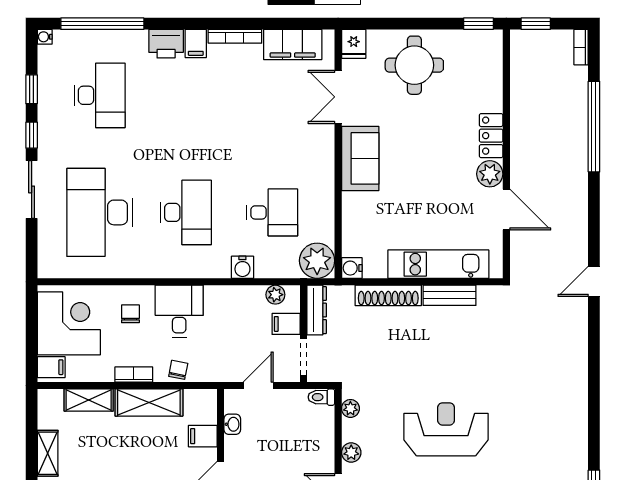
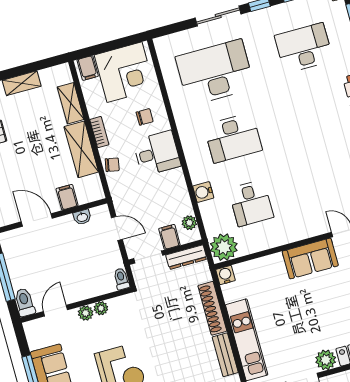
desk: (100, 95) -> (304, 48), turned 180
plant: (350, 408) -> (101, 308), moved

